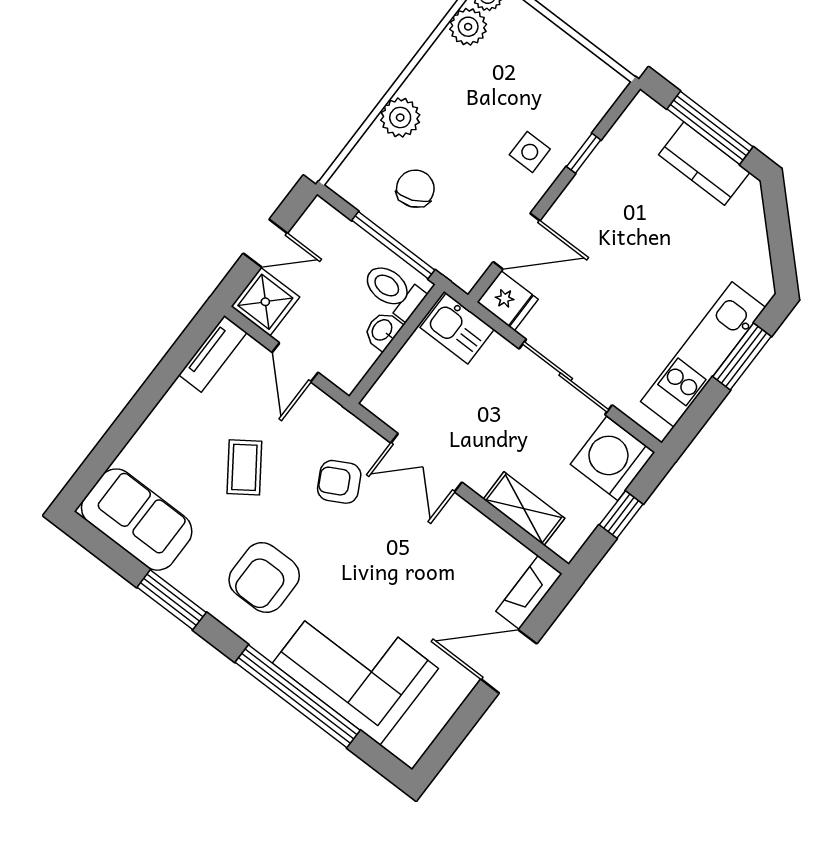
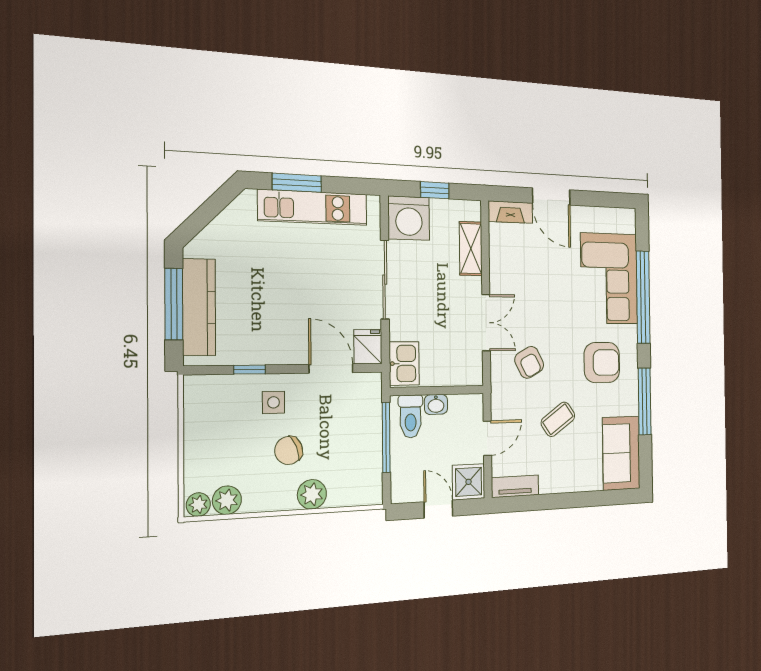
kitchen counter: (704, 163) -> (199, 307), width x1.50
chair: (415, 189) -> (289, 450), moved
window: (172, 600) -> (645, 401), width x1.44

